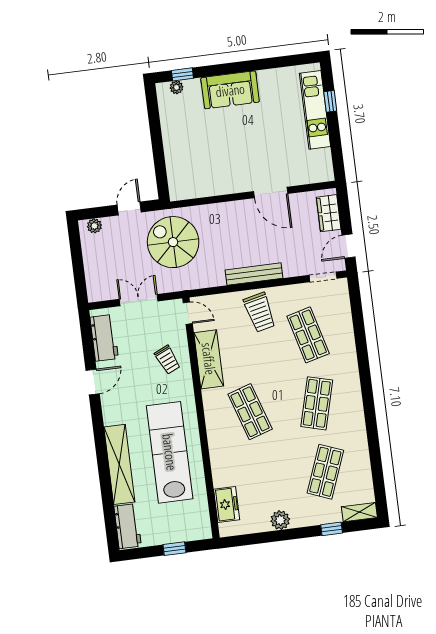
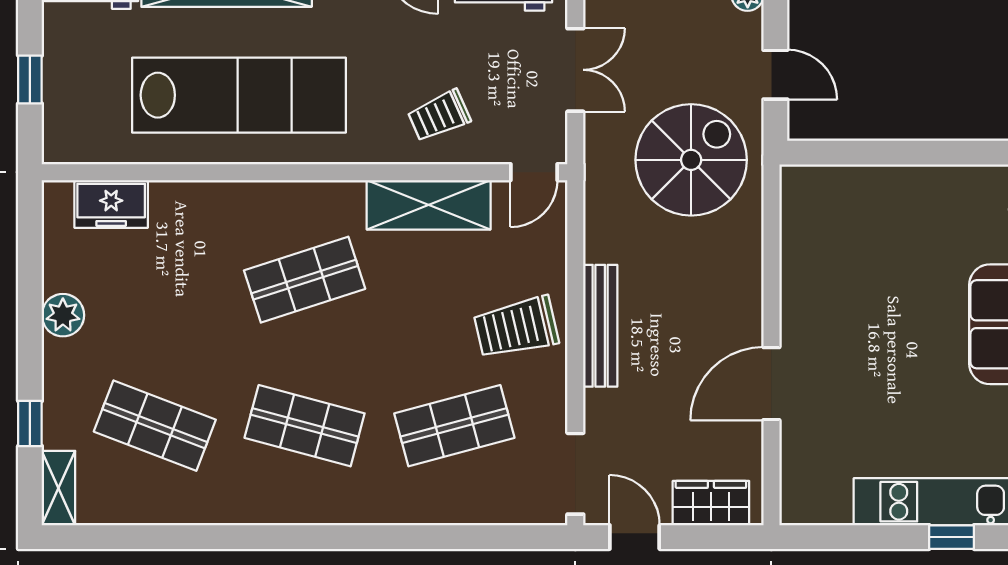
doorway: (323, 277) -> (575, 474), width x1.38

